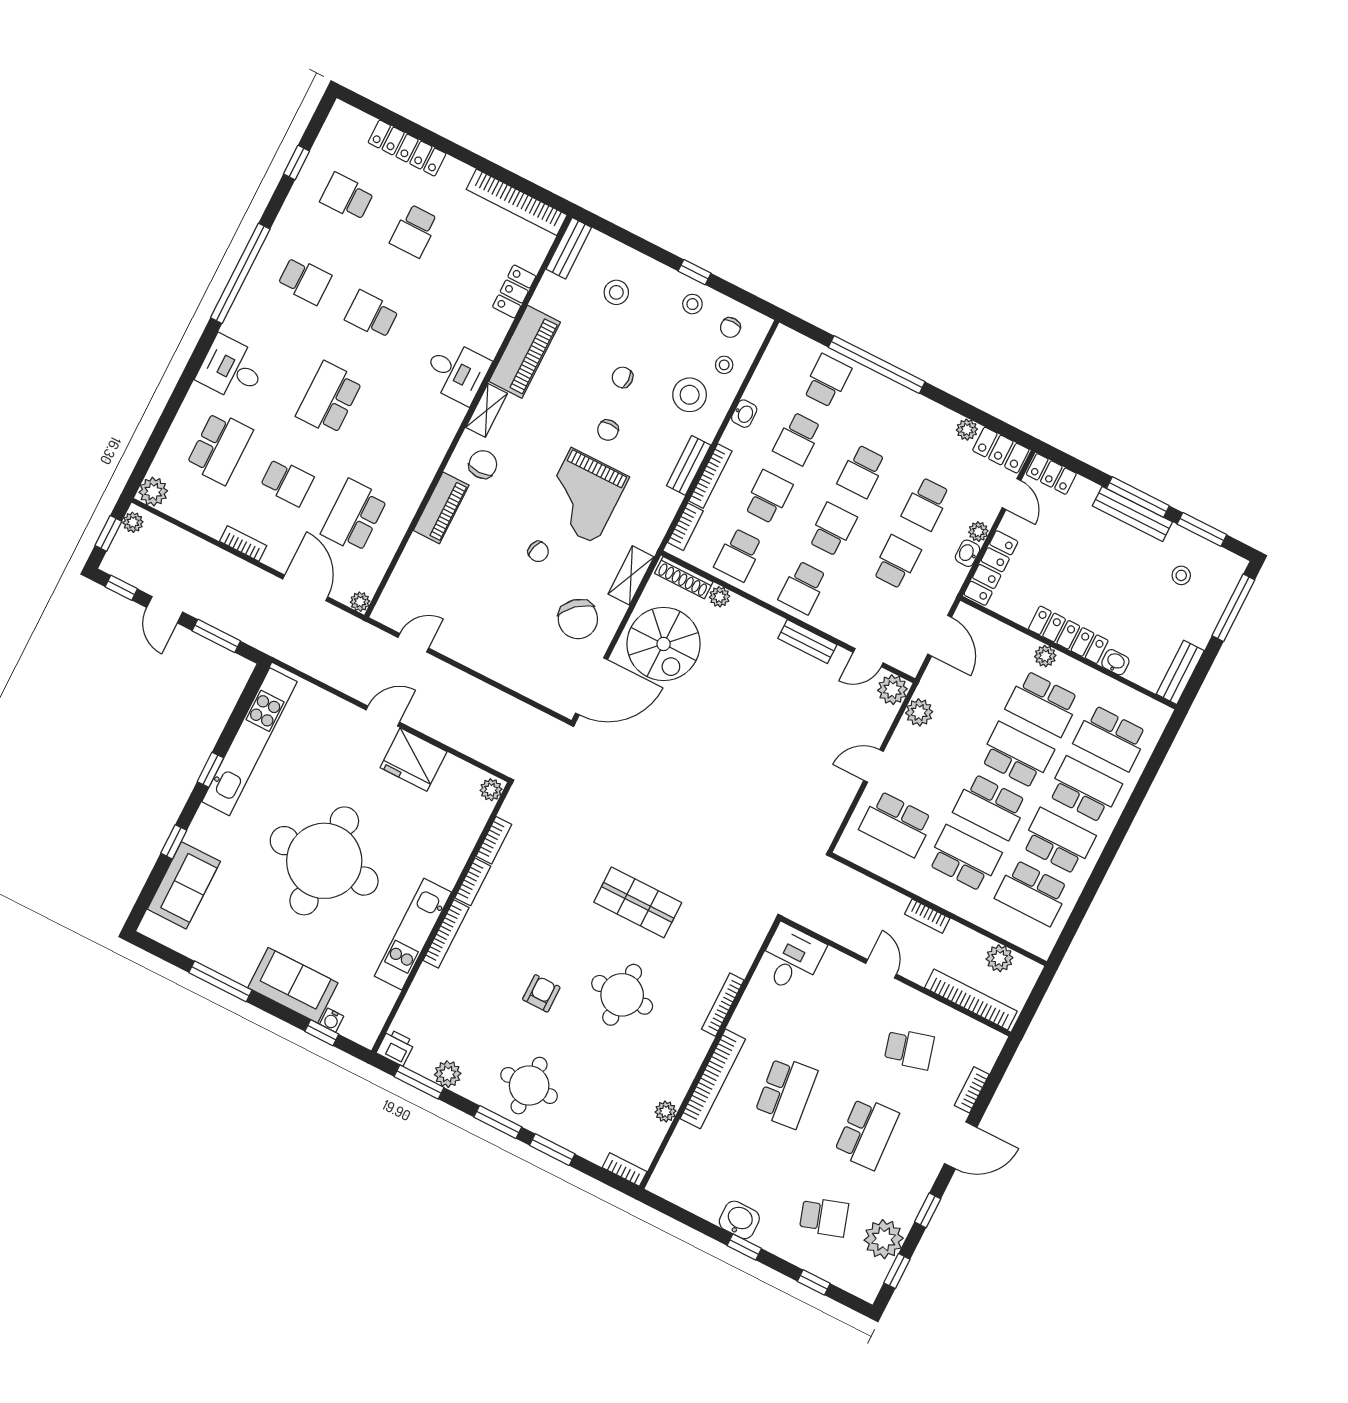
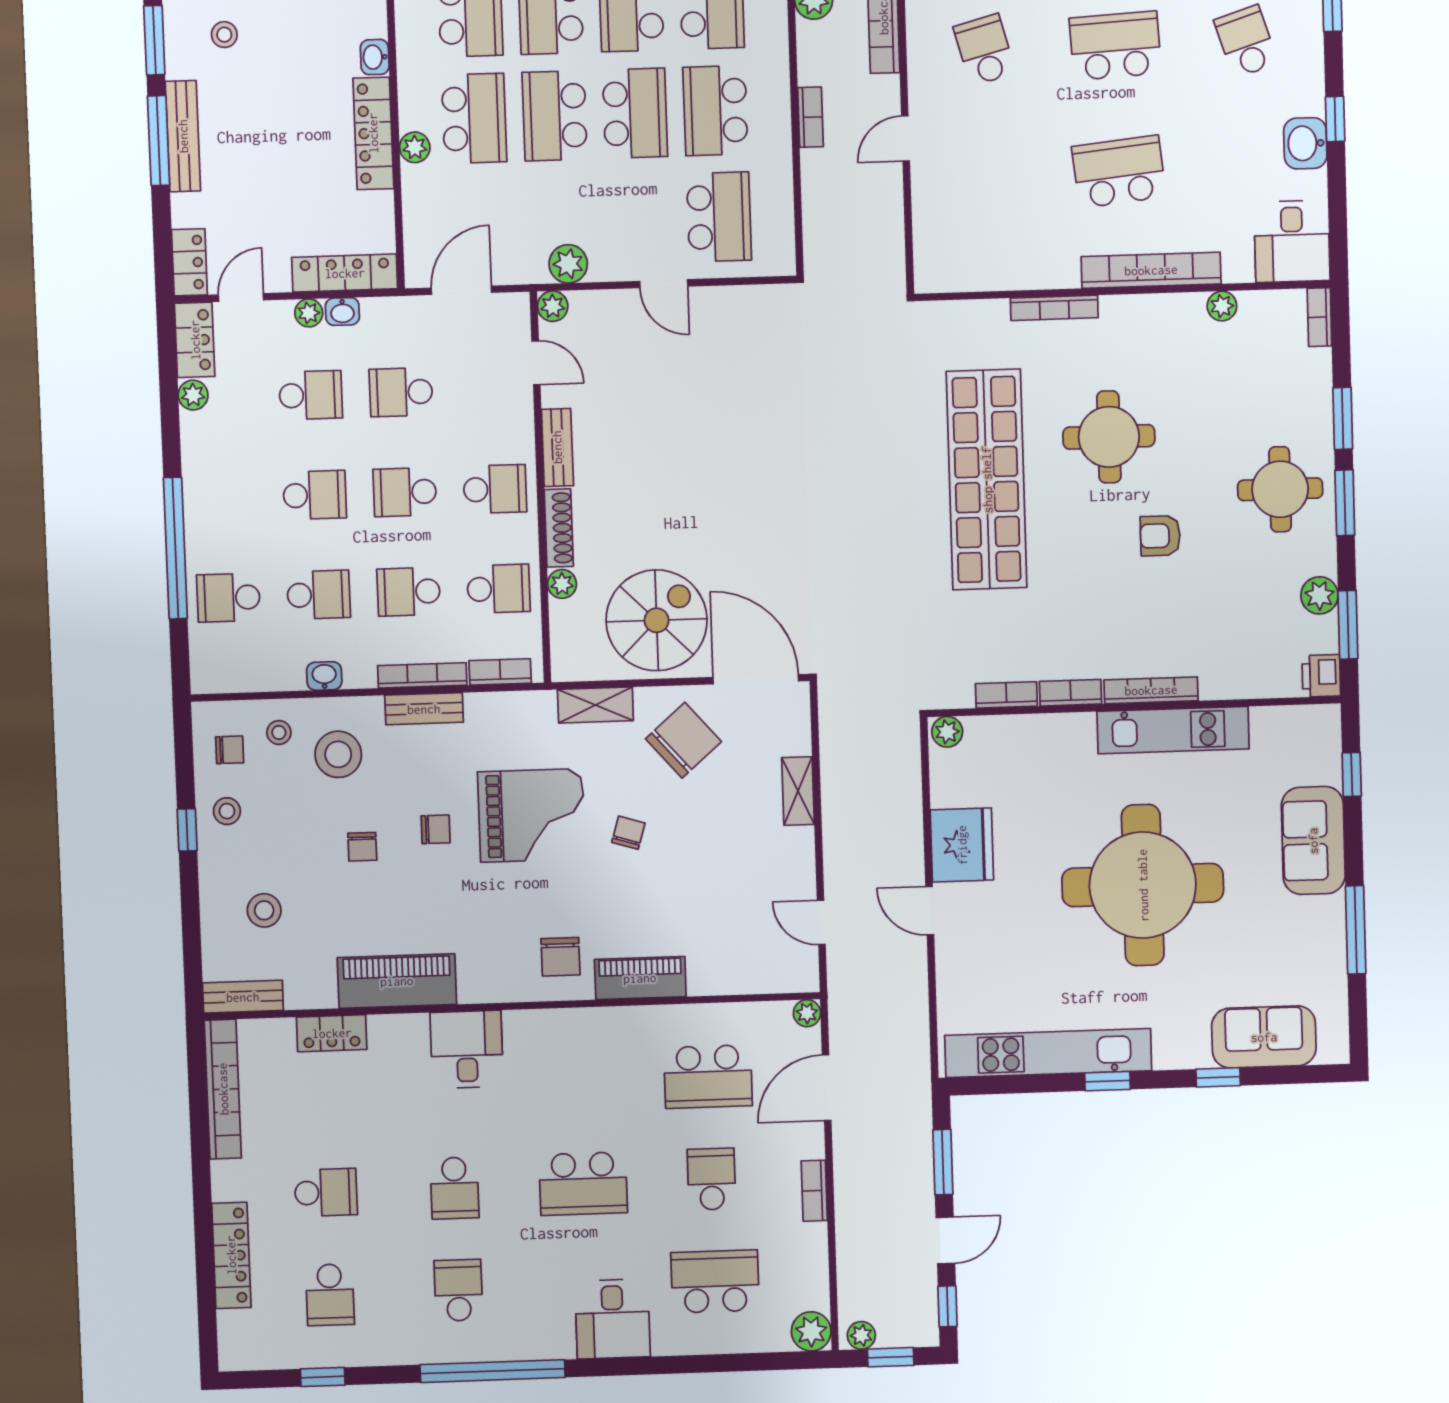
shelving: (487, 410) -> (798, 791), moved, turned 90
chair: (483, 464) -> (560, 957), turned -90
shoe rack: (684, 578) -> (559, 528), moved
plant: (892, 690) -> (553, 306), width x0.73, depth x0.73
shop shelf: (638, 902) -> (987, 480), width x2.00, depth x1.36
desk: (791, 959) -> (1292, 241), moved, turned -90
water cooler: (332, 1020) -> (1330, 771), removed

